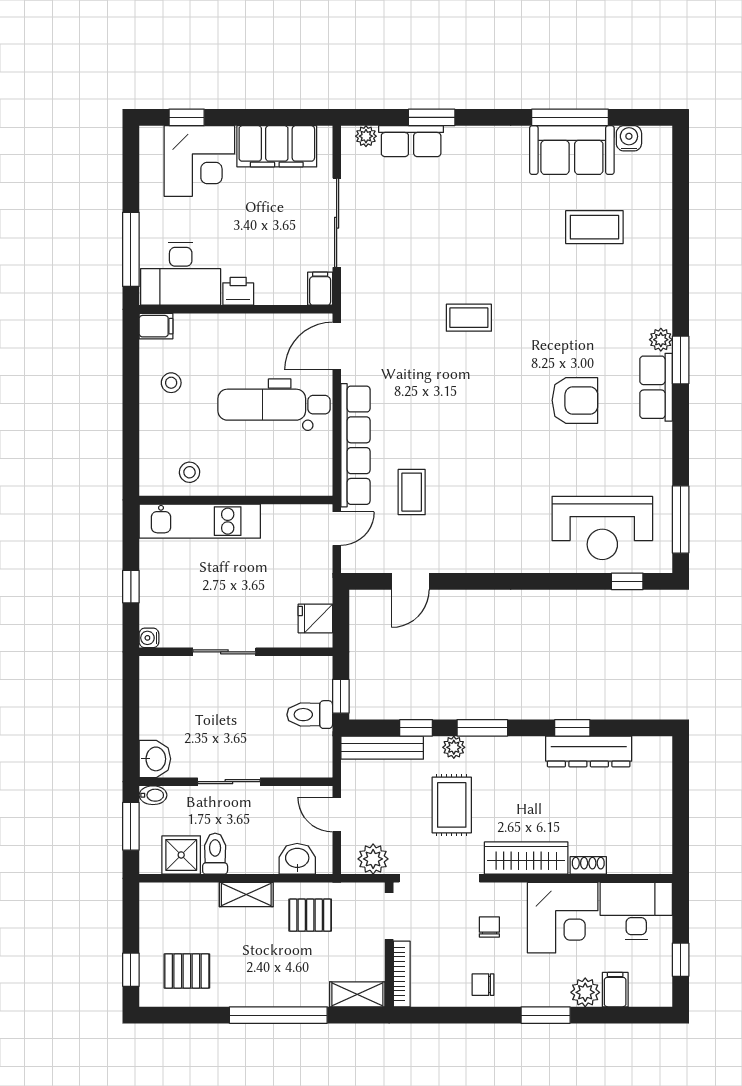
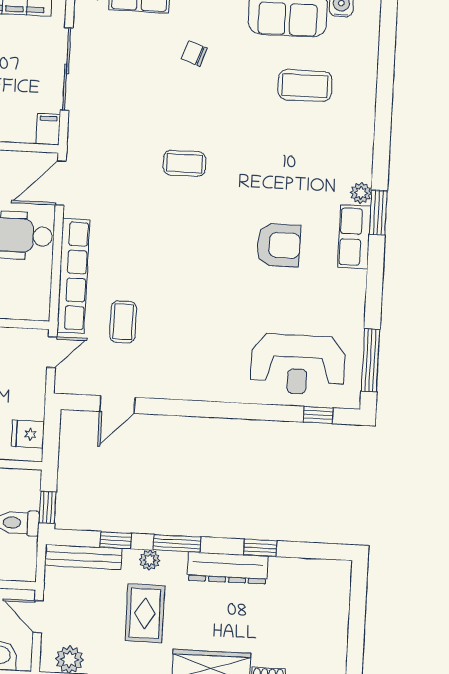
chair: (473, 199) -> (194, 54), added
dresser: (589, 751) -> (228, 568), moved

